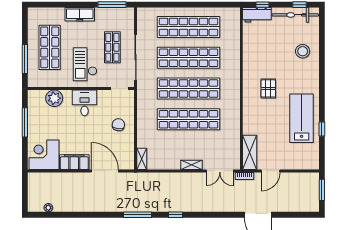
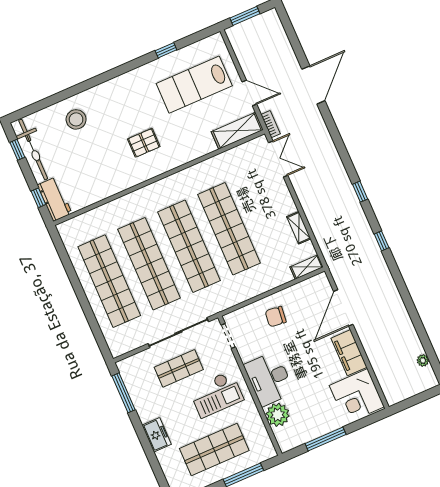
freezer: (80, 14) -> (157, 435), width x0.71
desk: (85, 103) -> (269, 379), width x1.37
lab bench: (302, 118) -> (194, 85), moved
shelving: (192, 165) -> (299, 228), moved
window: (138, 215) -> (382, 241), width x0.46

